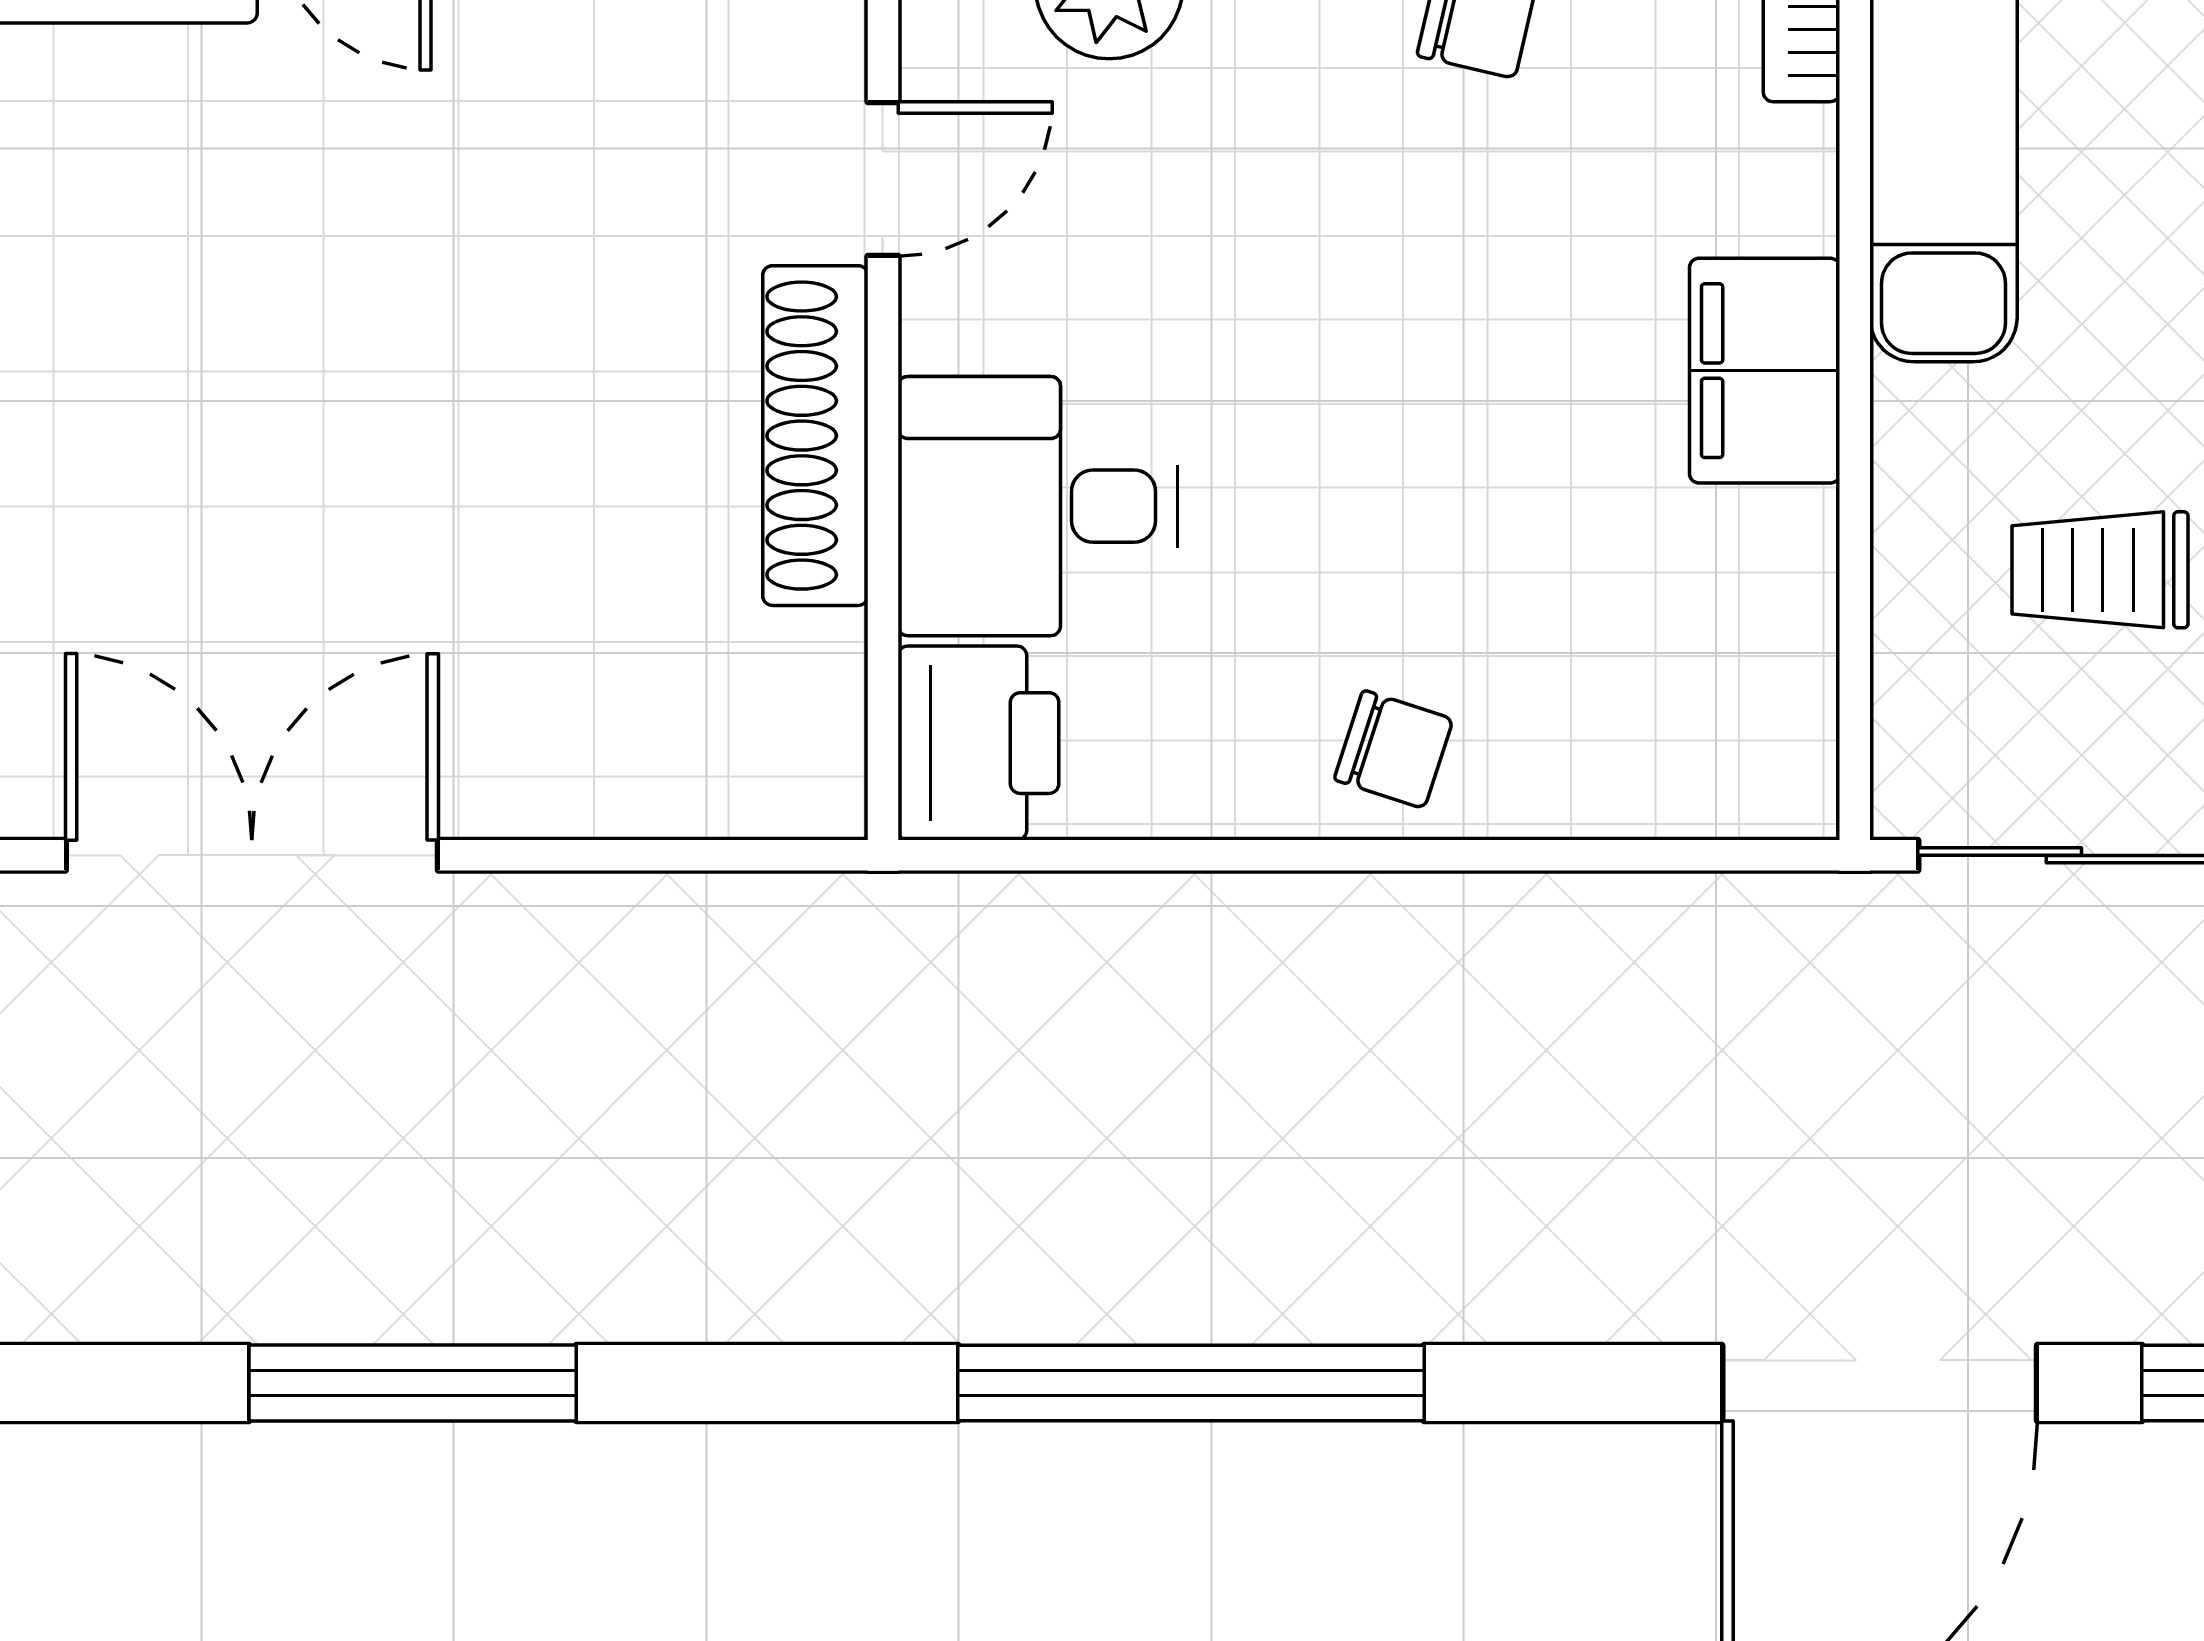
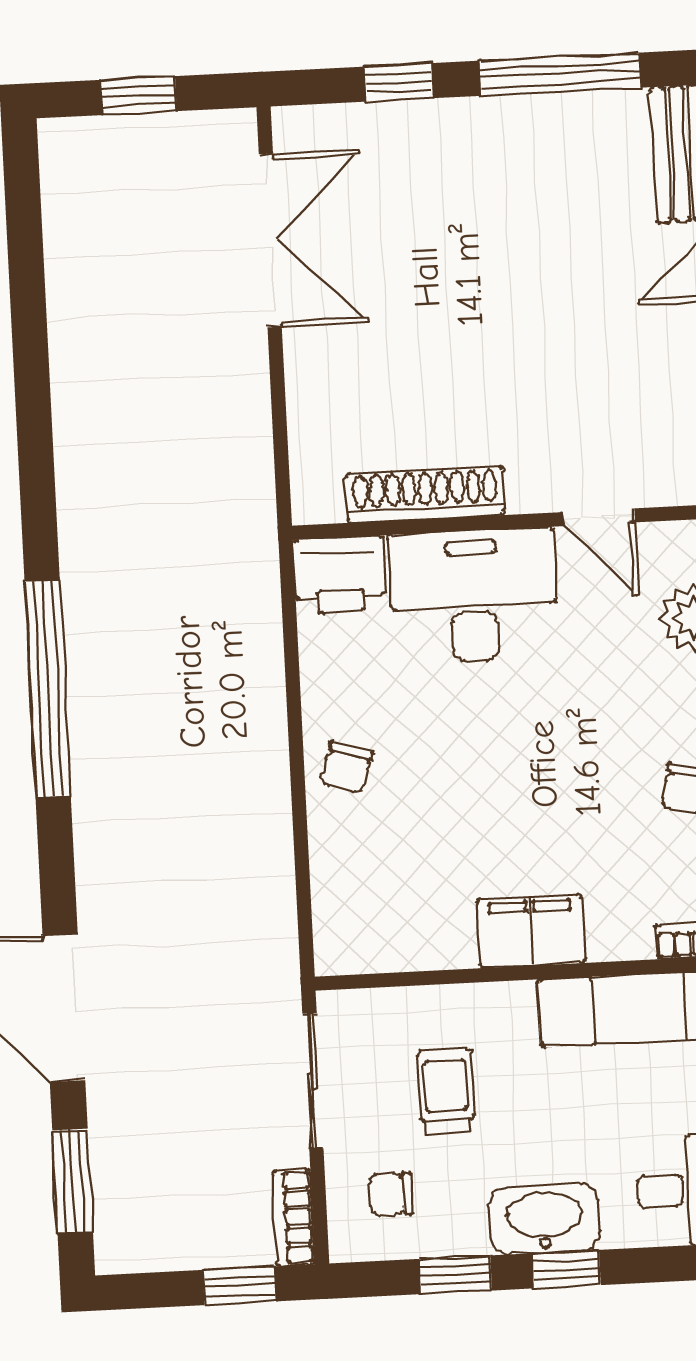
shoe rack: (815, 436) -> (425, 495), moved
desk: (1038, 506) -> (473, 596), width x1.37
window: (413, 1383) -> (29, 327), removed

